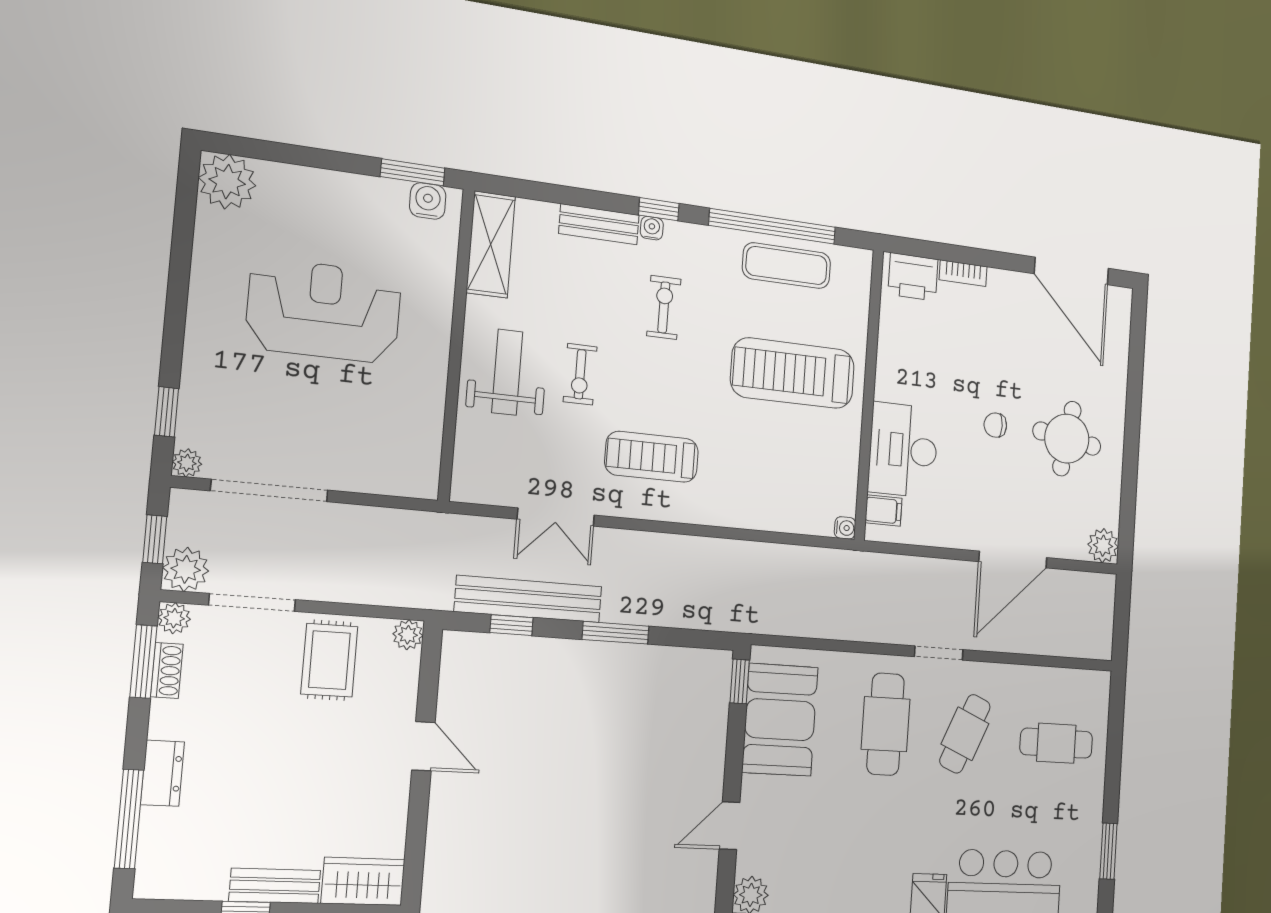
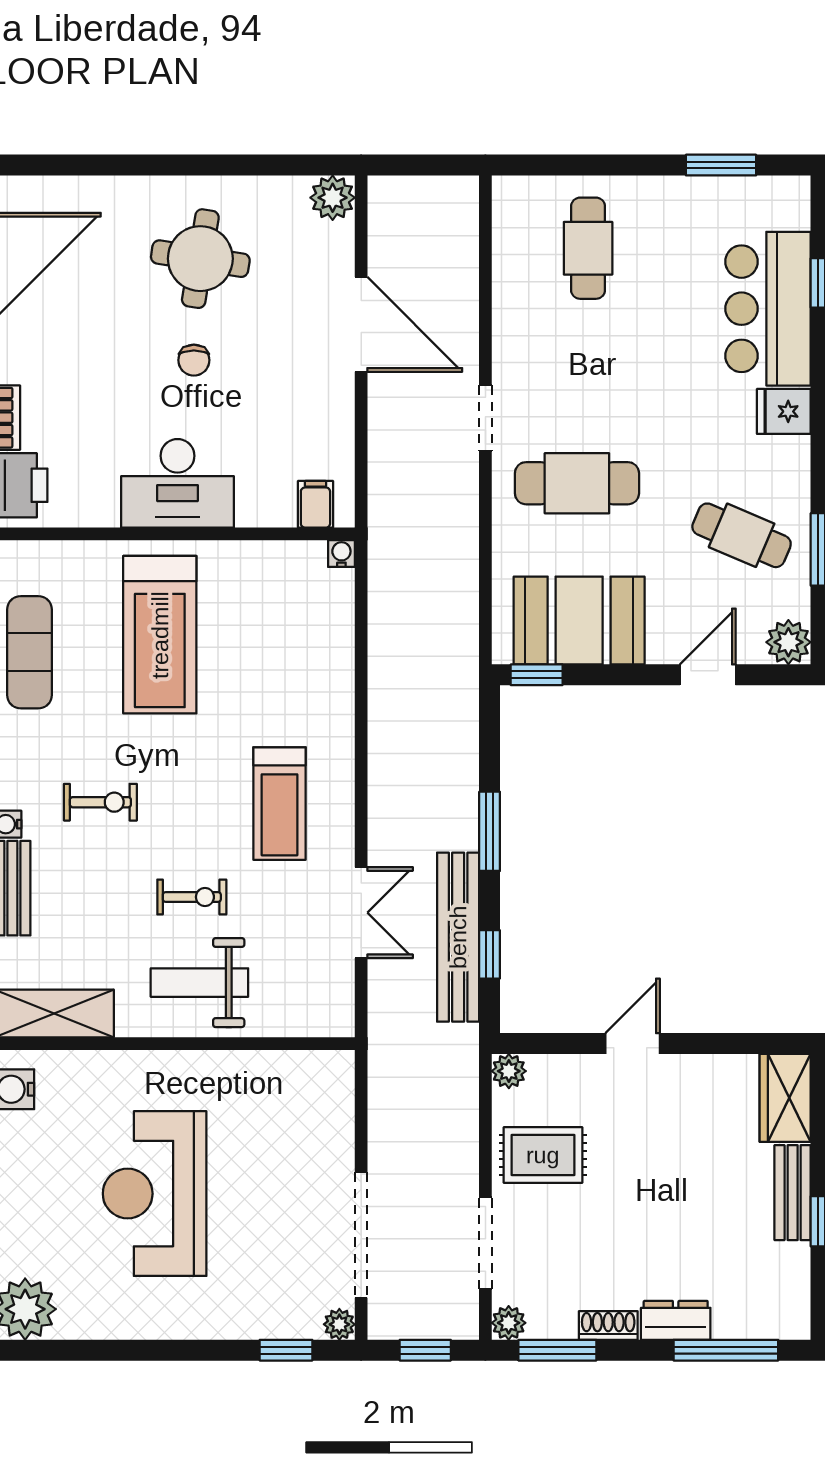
exercise bike: (664, 307) -> (100, 802), turned 180
desk: (903, 450) -> (177, 483), moved
plant: (186, 569) -> (455, 1316), removed
shoe rack: (167, 671) -> (608, 1326), moved
cafe table: (965, 734) -> (742, 535), moved
door: (730, 826) -> (708, 675), swing flipped

